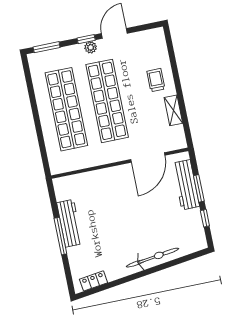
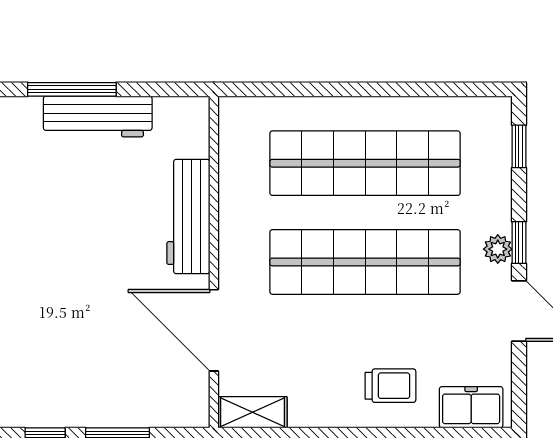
freezer: (158, 45) -> (471, 407), added
window: (47, 47) -> (519, 146), width x0.67
shelving: (173, 110) -> (253, 412), moved
workbench: (186, 185) -> (188, 216), moved, turned -90

